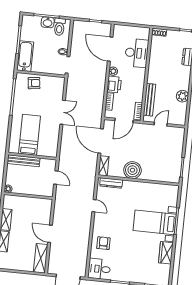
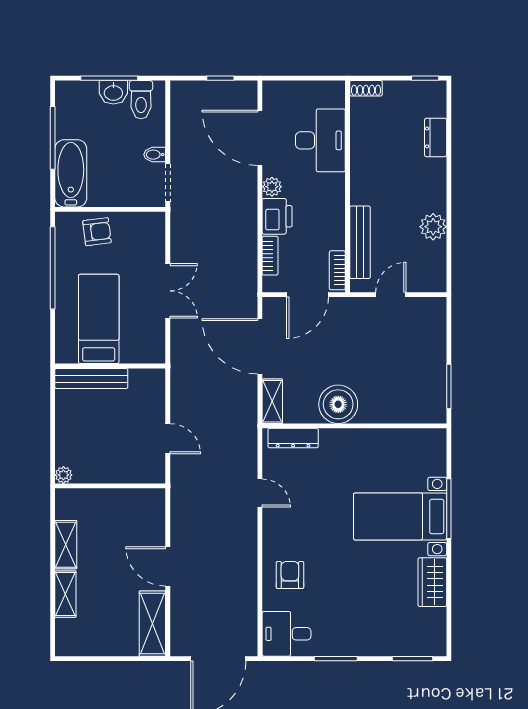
bed: (29, 135) -> (99, 319), moved
wall: (32, 156) -> (110, 366), moved
bench: (23, 161) -> (91, 379), moved

